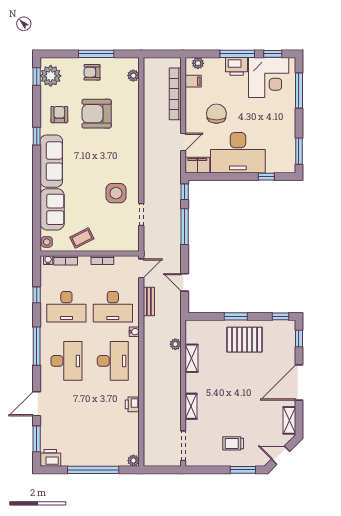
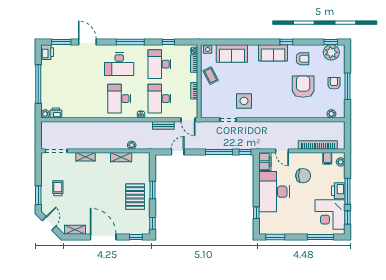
sofa: (51, 161) -> (273, 53), width x0.73
desk: (113, 361) -> (119, 99), turned 90
printer: (132, 404) -> (56, 113), moved

